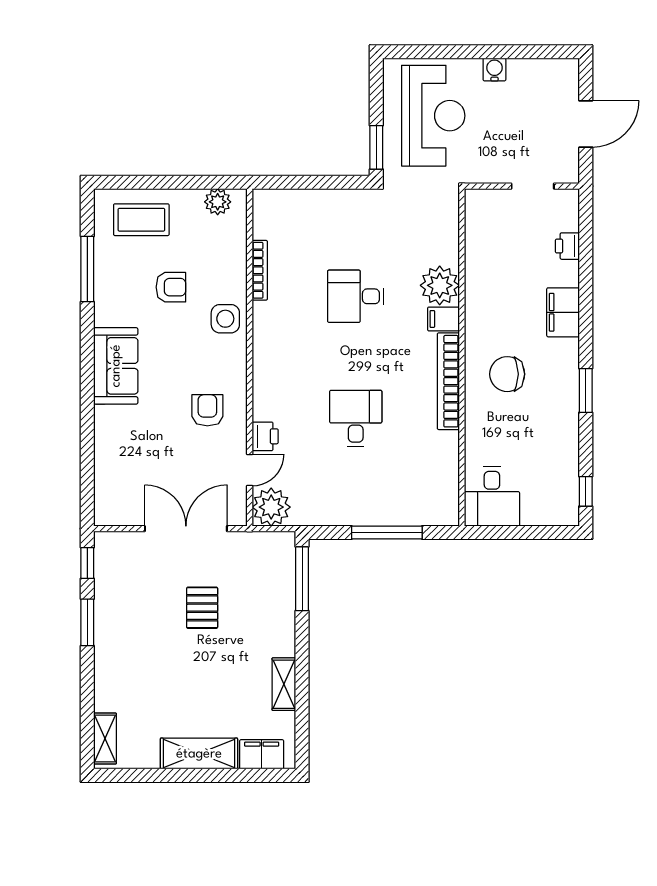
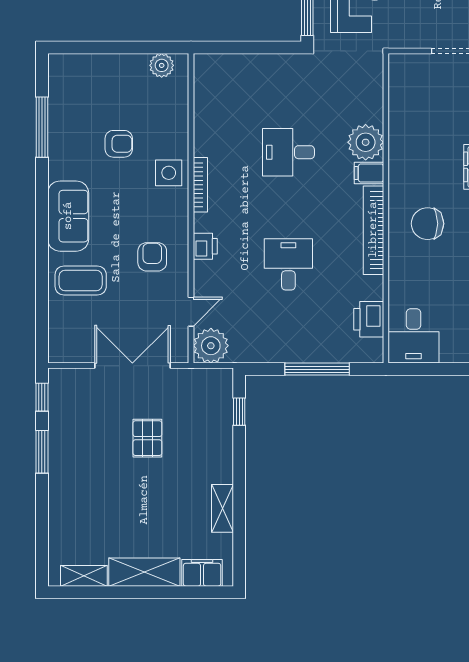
coffee table: (141, 220) -> (81, 281), moved
bookcase: (260, 270) -> (200, 185), moved
printer: (265, 436) -> (205, 246), moved
printer: (443, 478) -> (369, 319), added
window: (302, 579) -> (239, 412), width x0.46
shelving: (105, 739) -> (84, 576), moved, turned 90

